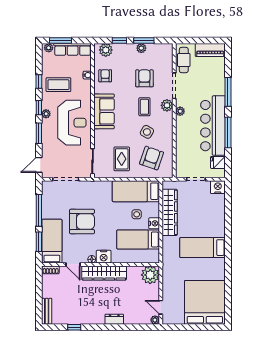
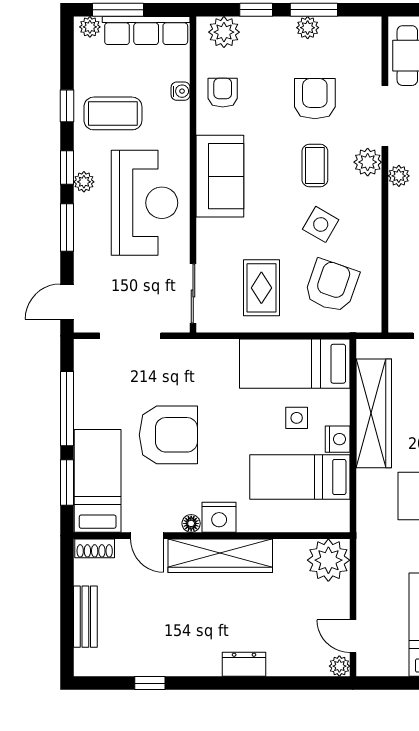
bench: (47, 311) -> (85, 617), moved

